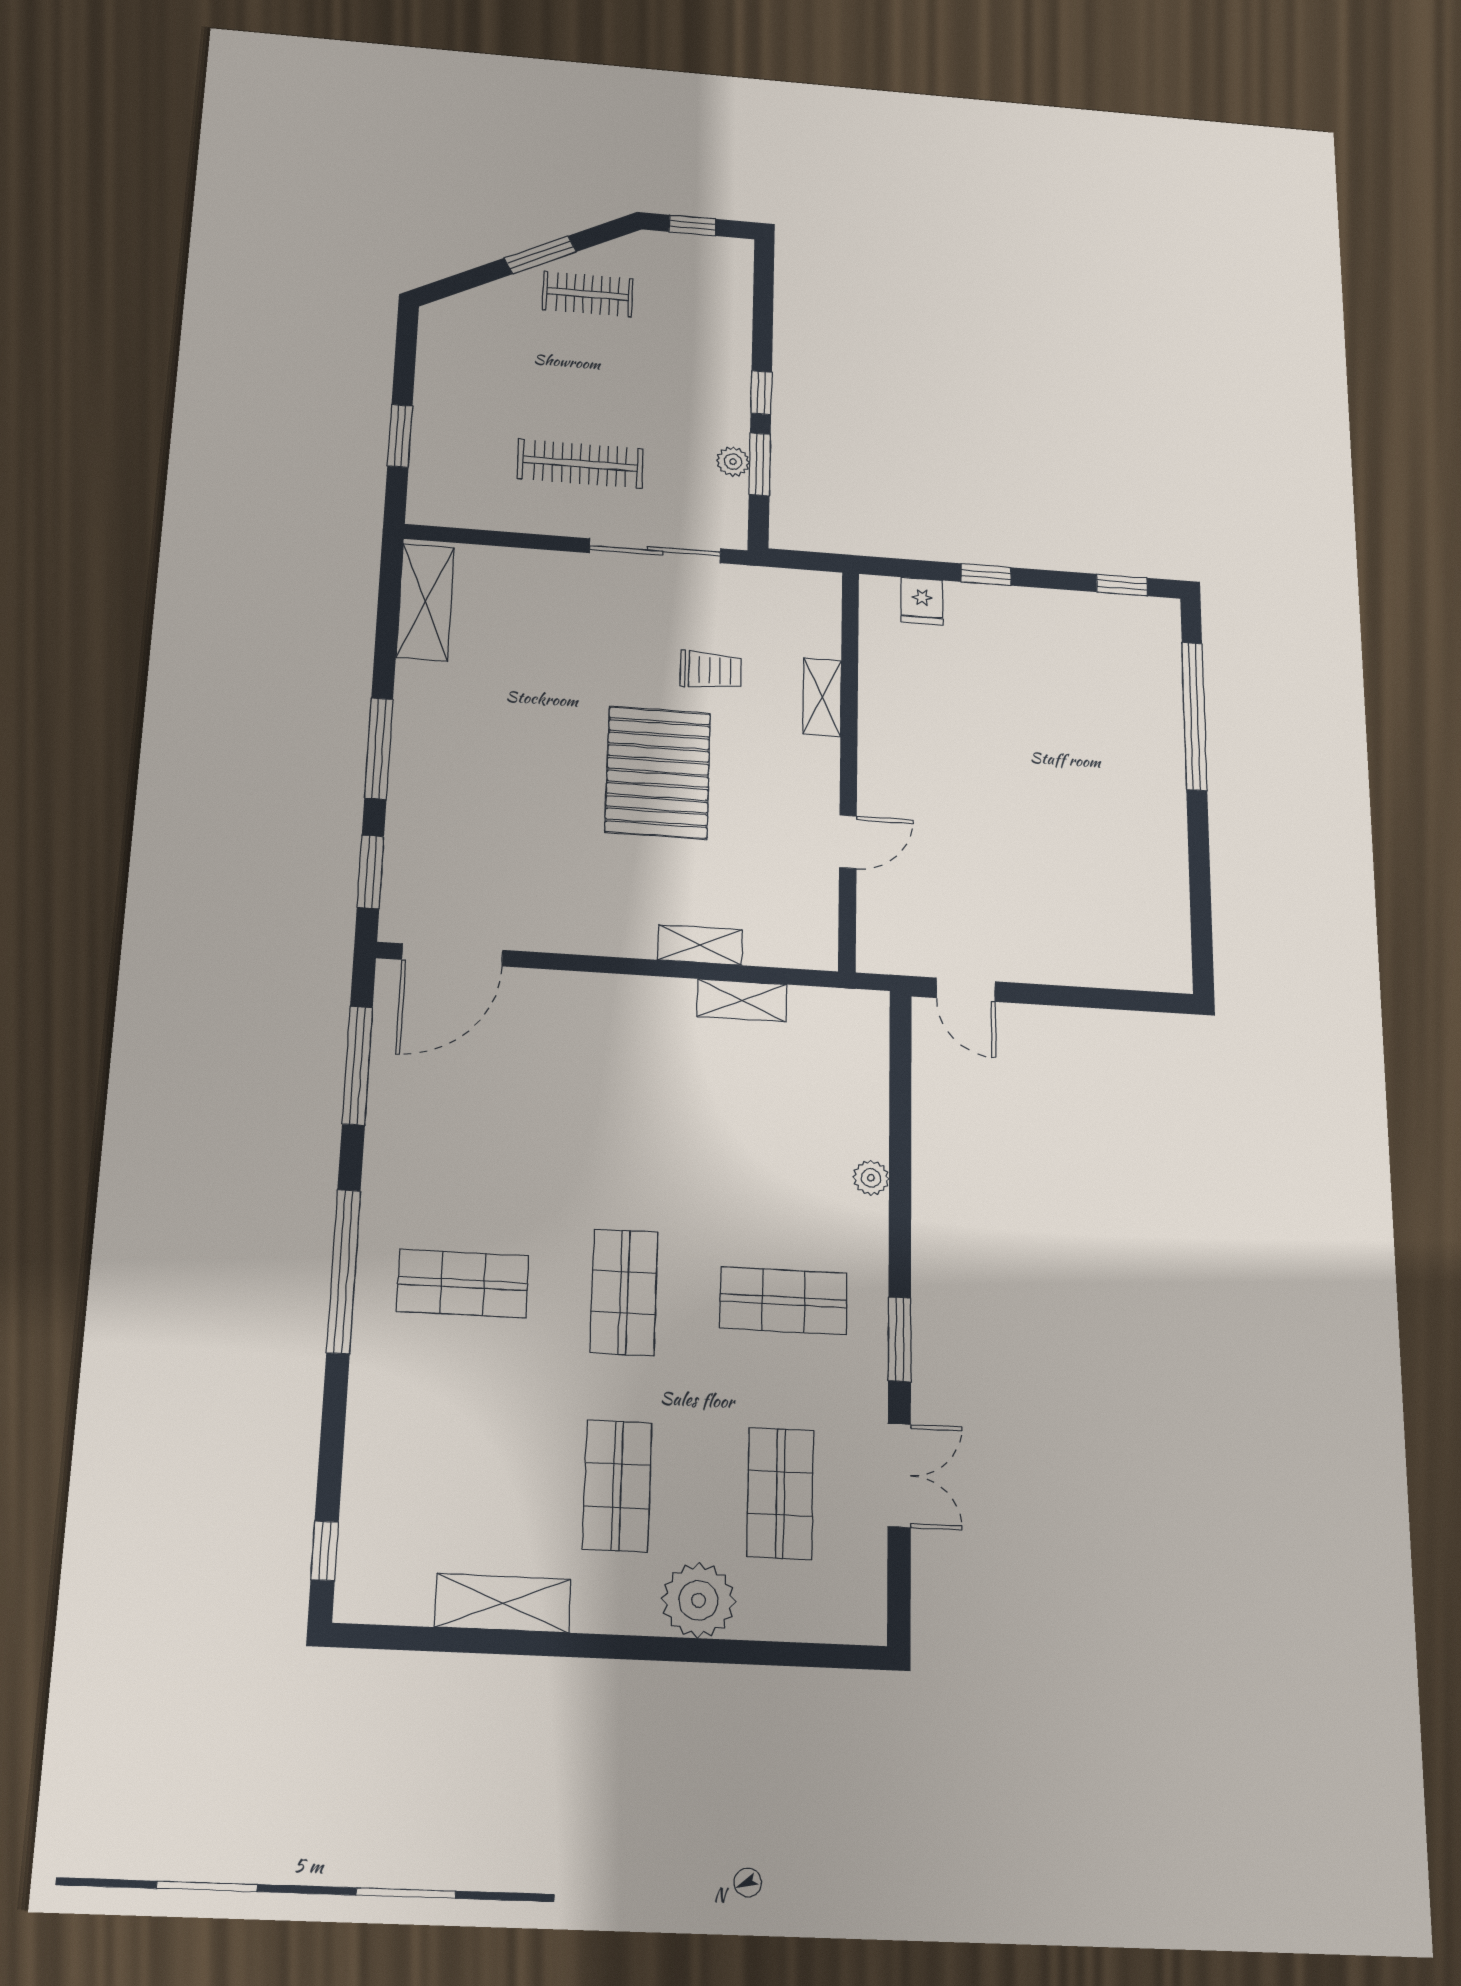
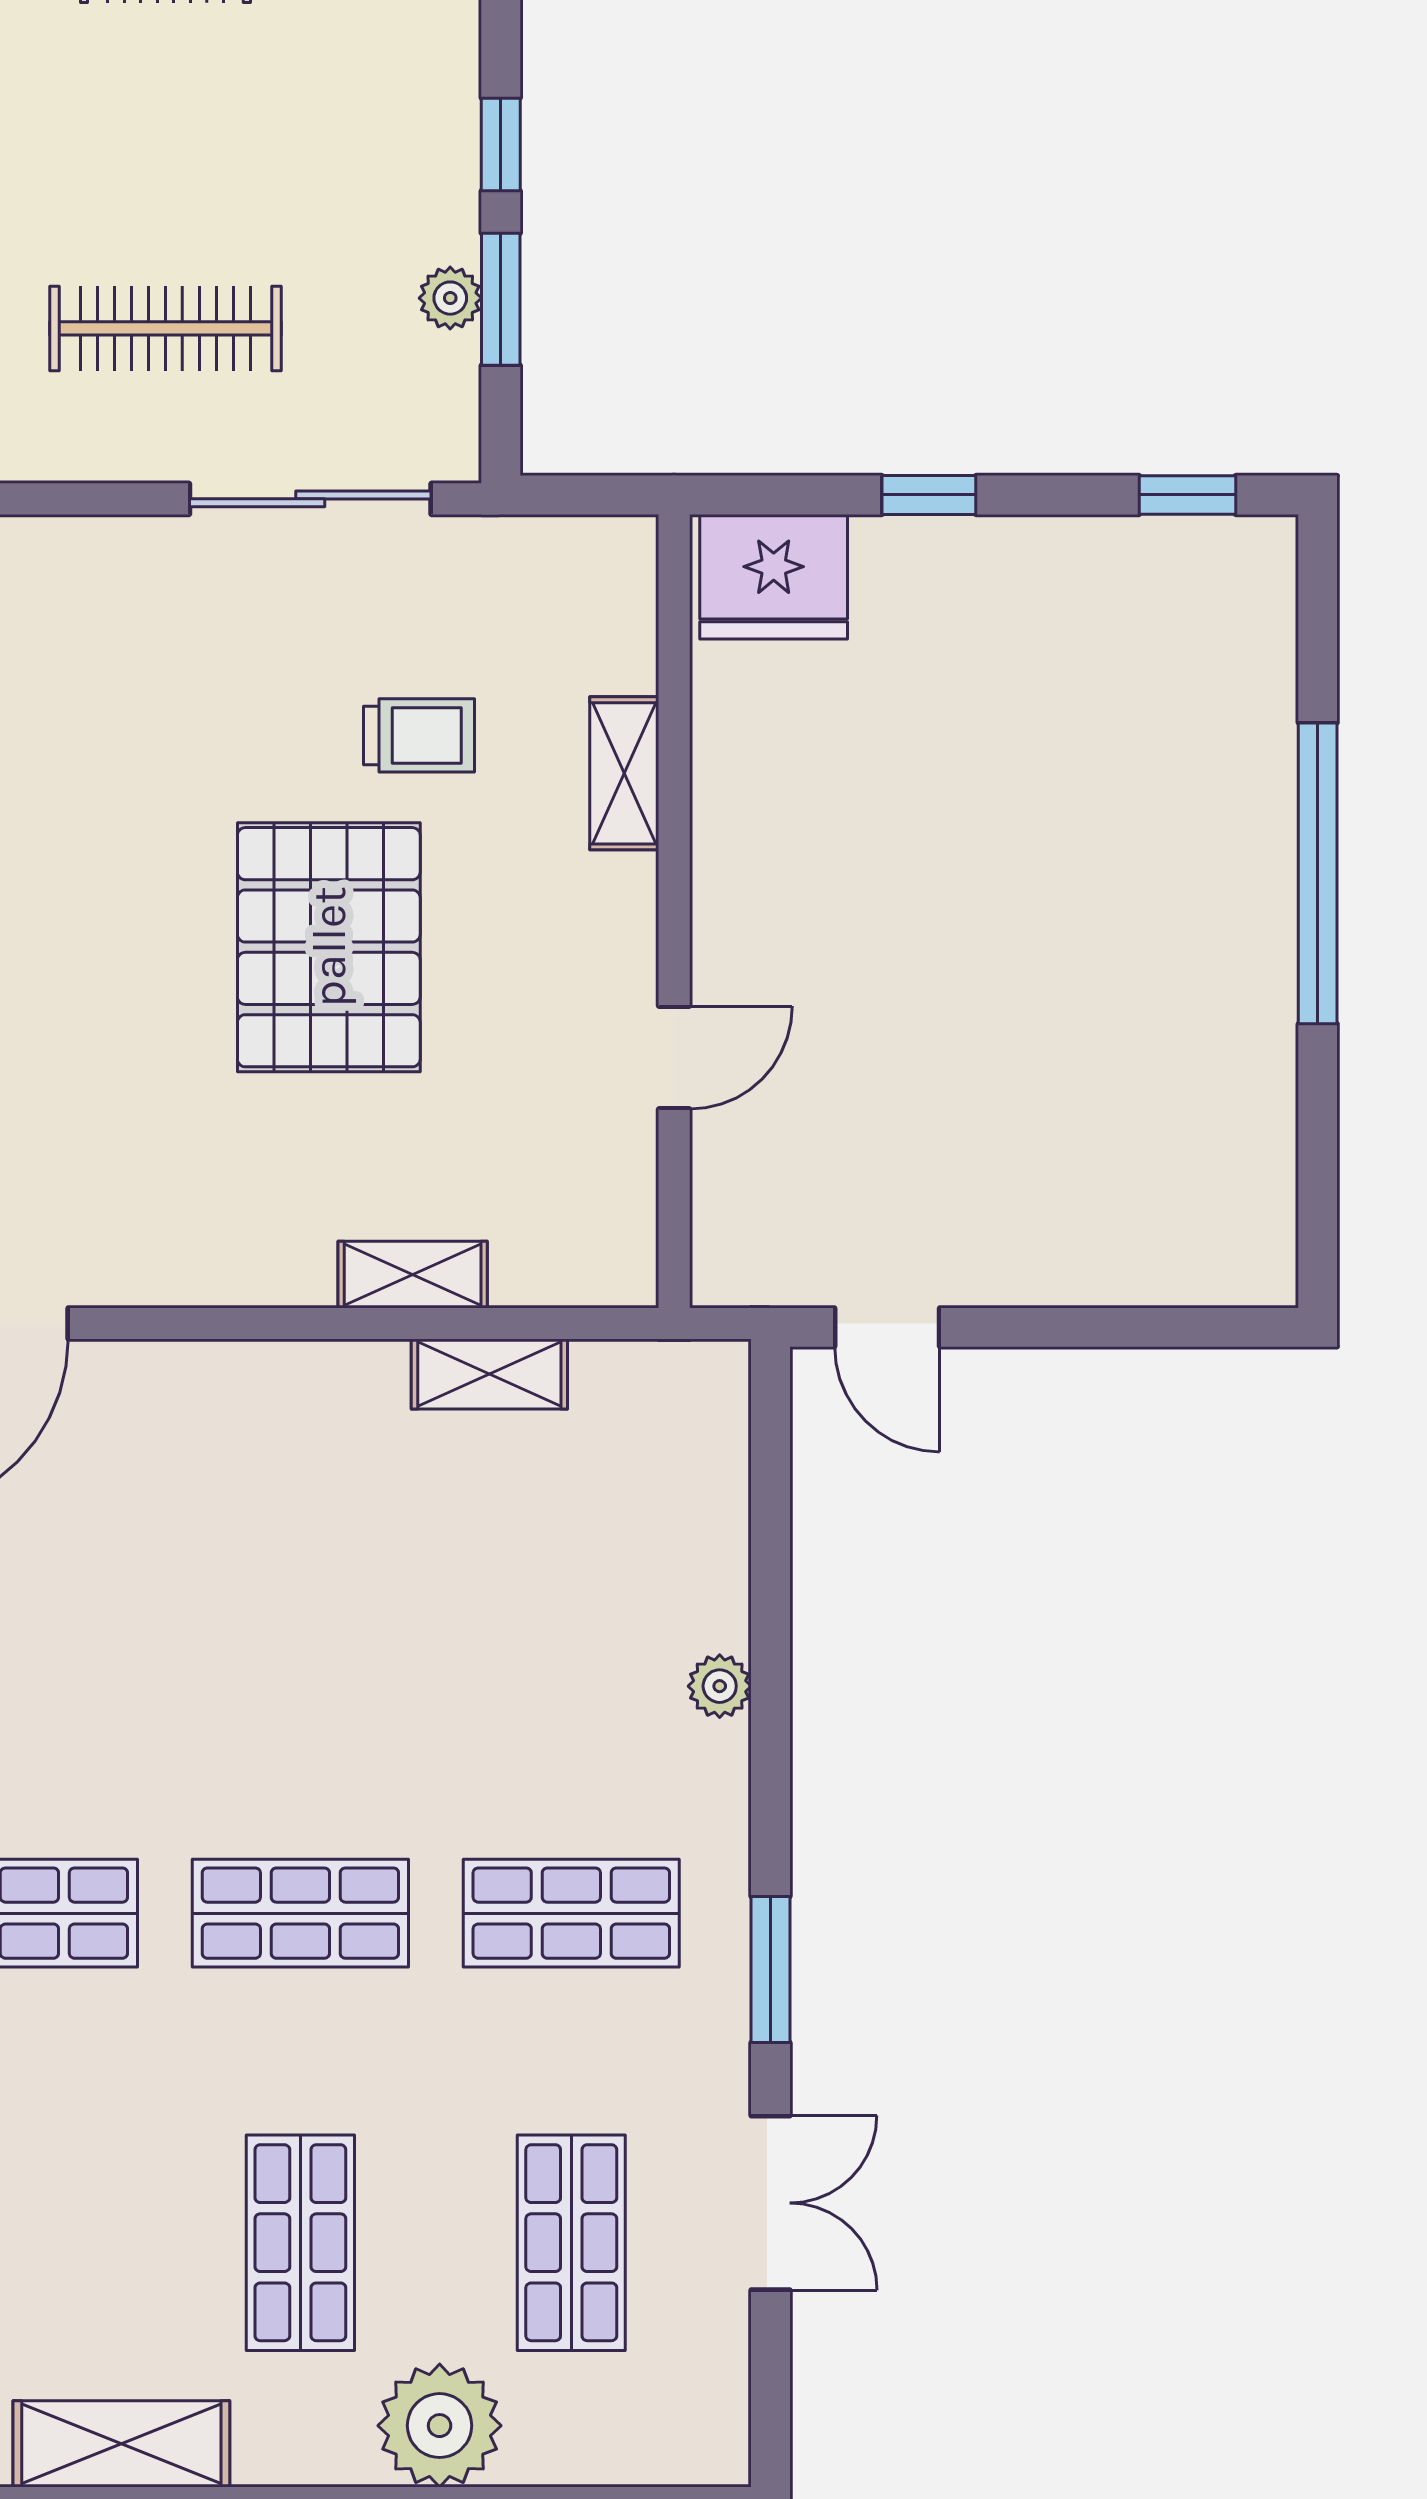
fridge: (922, 601) -> (774, 577), width x1.88, depth x1.34
window: (1194, 716) -> (1318, 873), moved
shop shelf: (624, 1292) -> (300, 1913), turned 90

